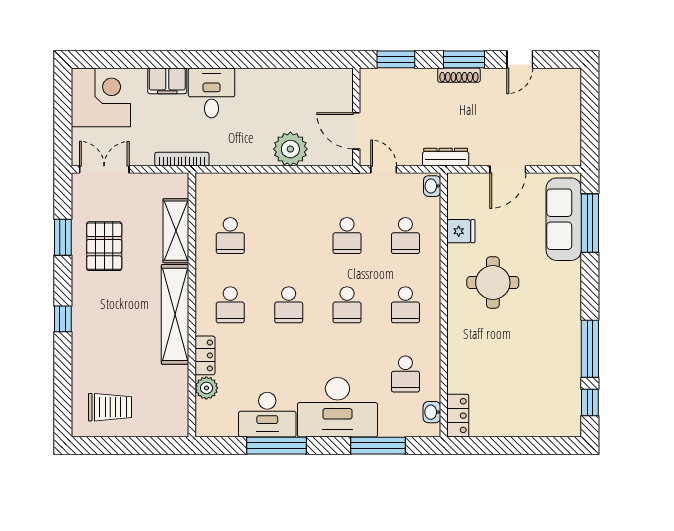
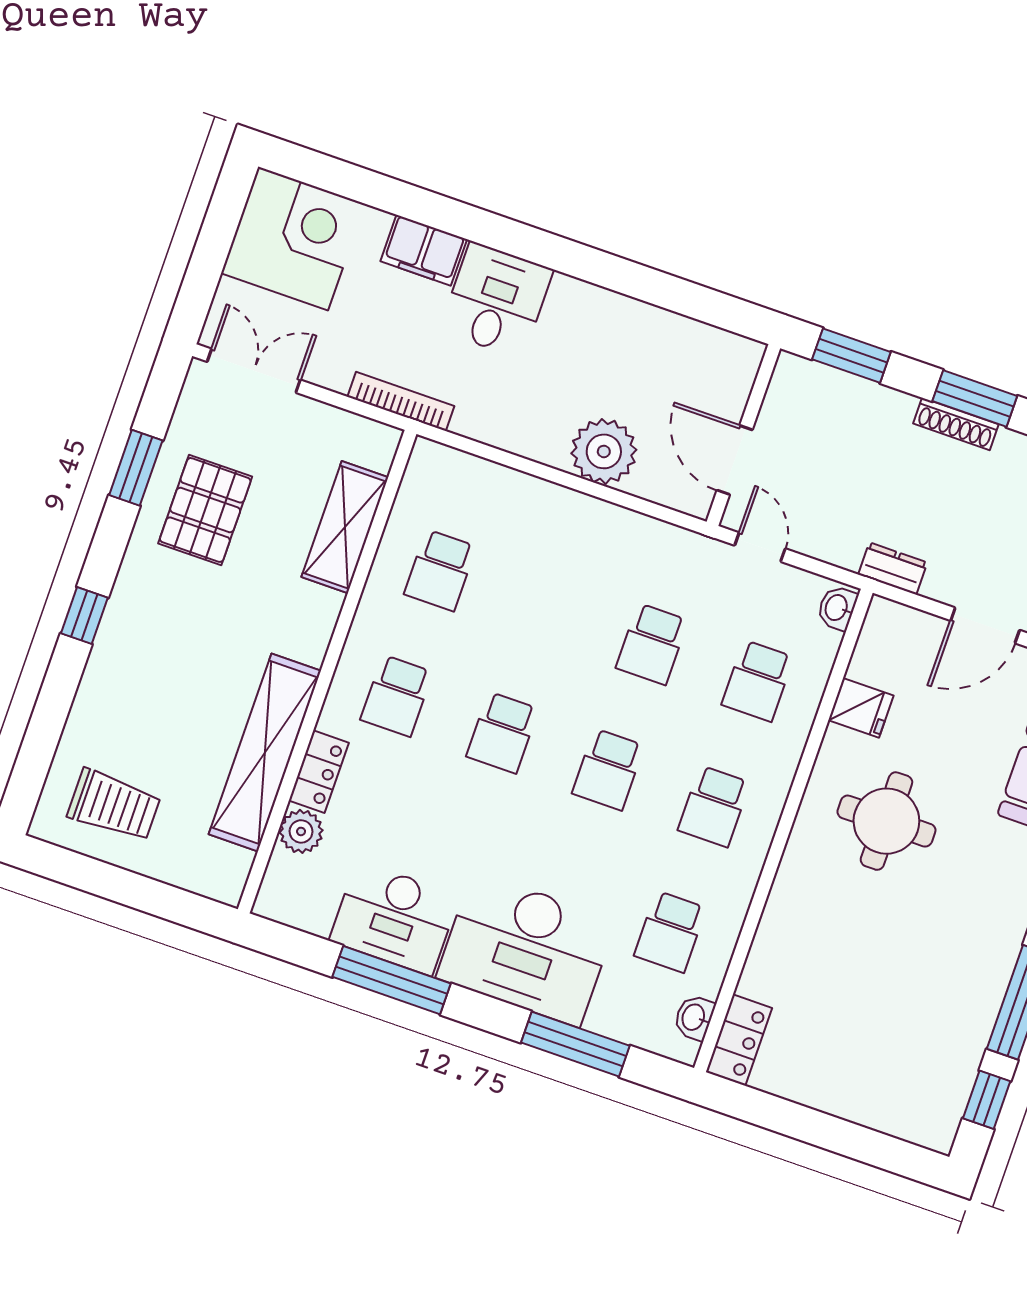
dresser: (446, 157) -> (893, 568), width x0.70
shelving: (175, 314) -> (265, 752), moved

